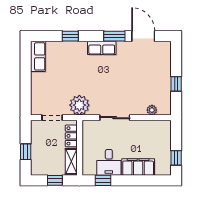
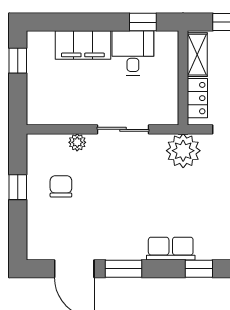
row of seats: (102, 48) -> (171, 249), moved
chair: (151, 84) -> (61, 186), added
plant: (152, 110) -> (77, 142), moved

